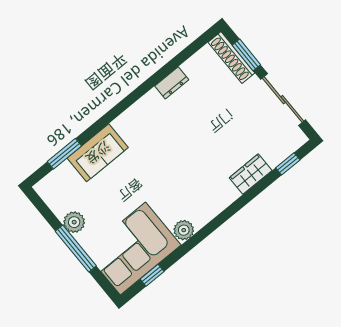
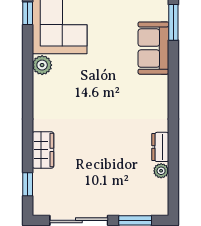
shoe rack: (231, 58) -> (142, 208), removed
plant: (190, 67) -> (161, 171), added

